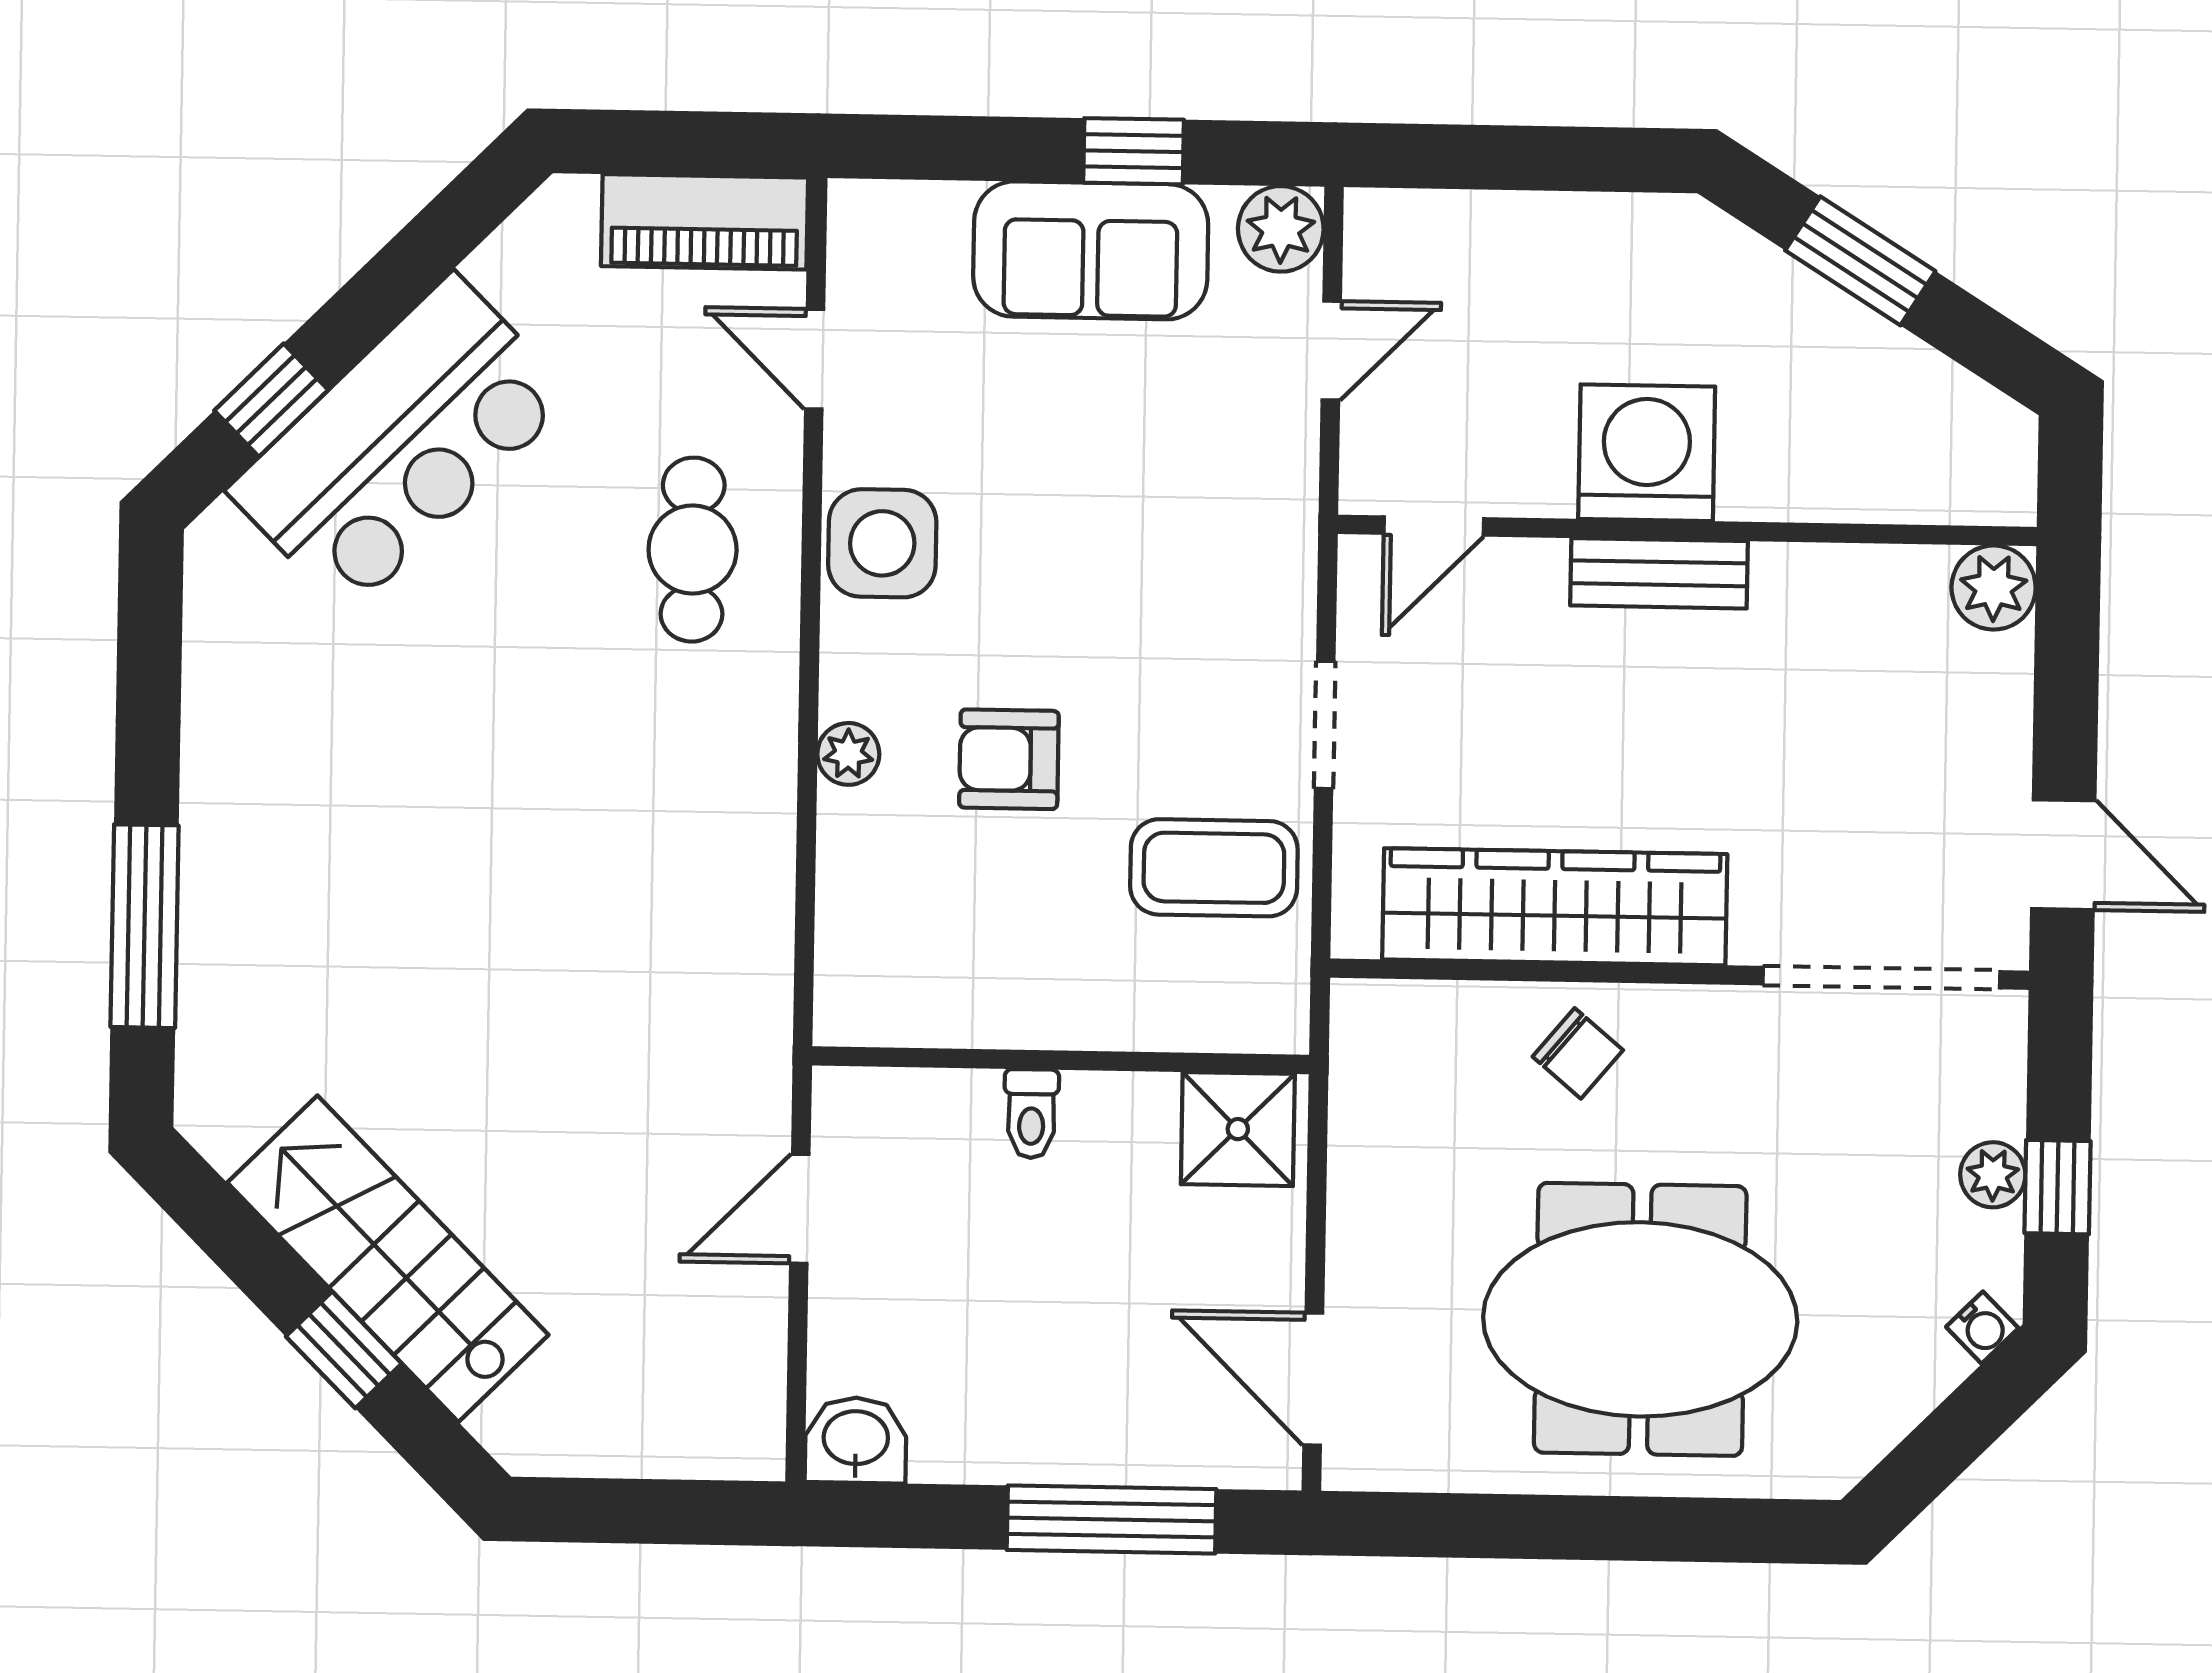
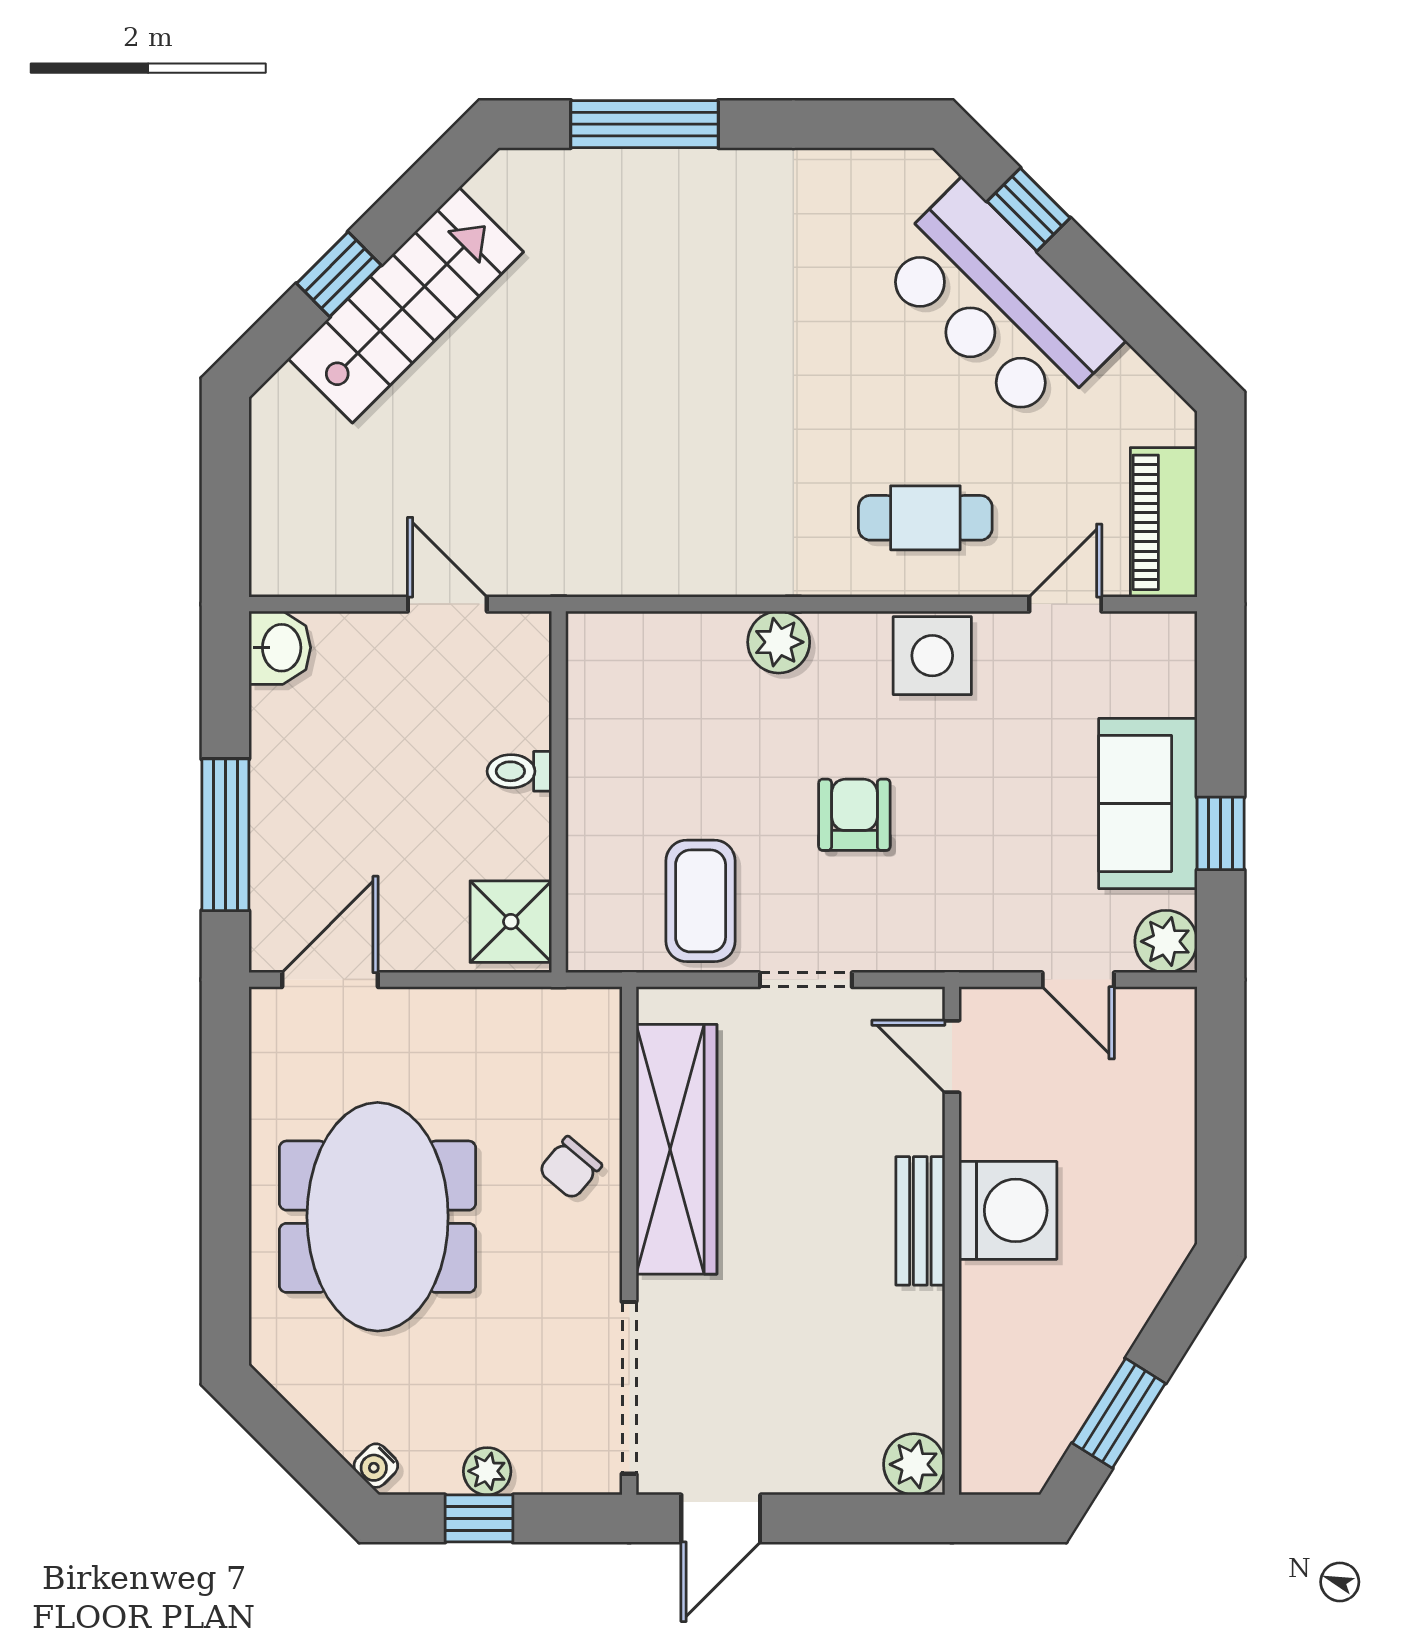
window: (1860, 261) -> (1119, 1413), moved
plant: (848, 754) -> (779, 642), width x1.38, depth x1.38
armchair: (1009, 759) -> (854, 815), moved

